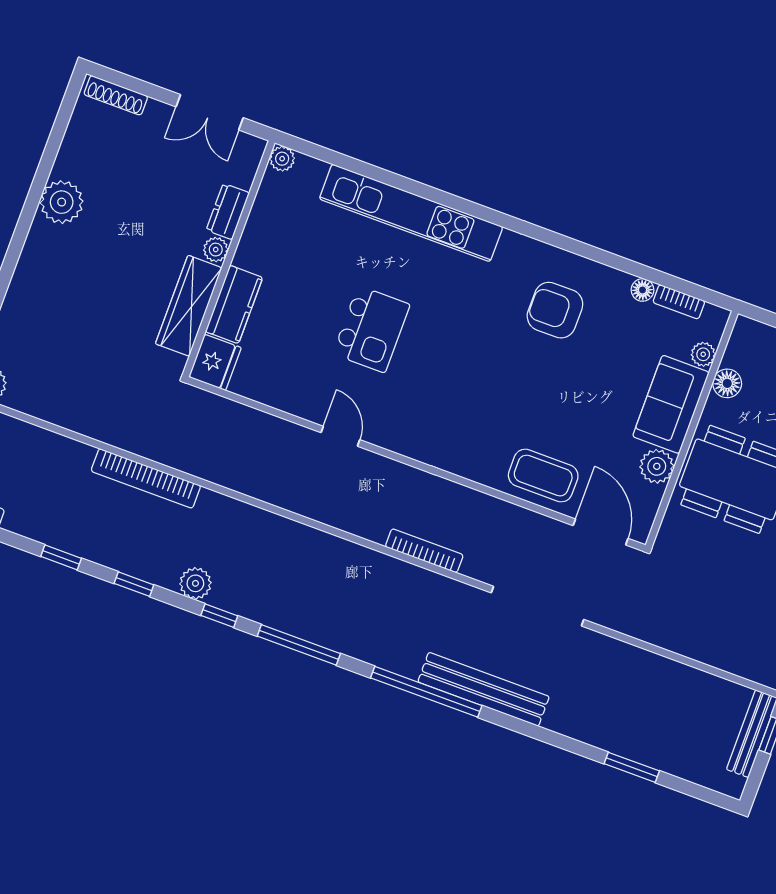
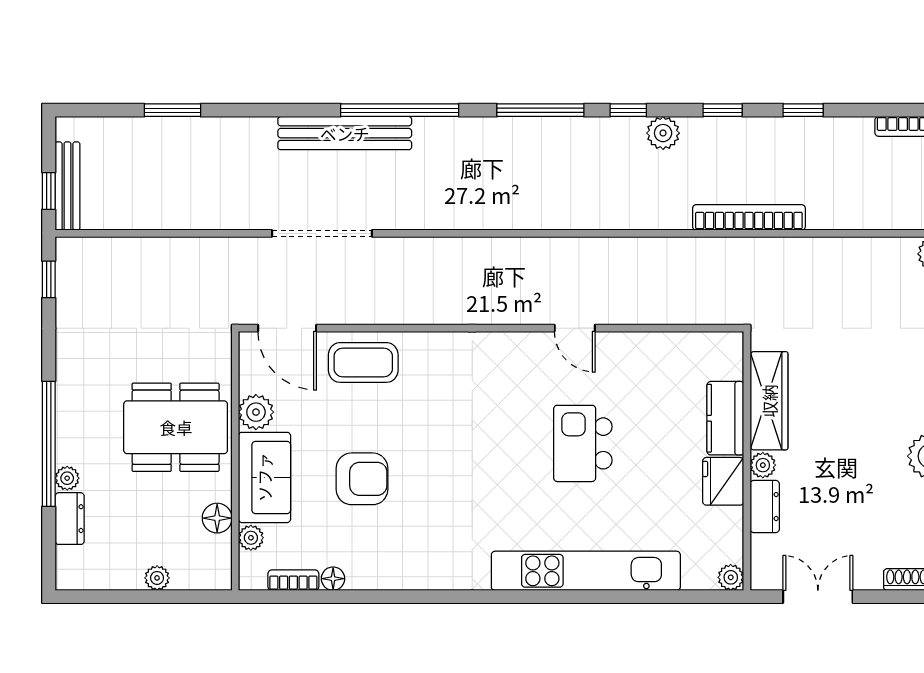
armchair: (555, 310) -> (362, 479), moved
fridge: (215, 362) -> (723, 481), moved
bookcase: (424, 551) -> (452, 247), removed

